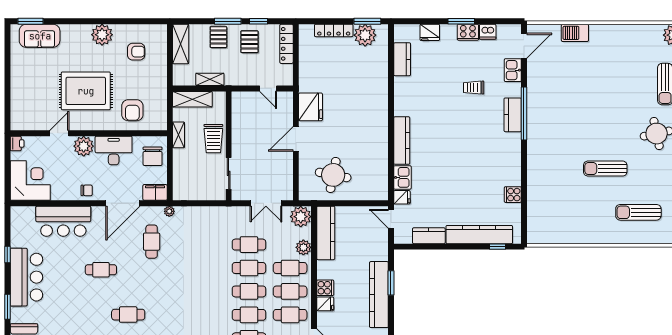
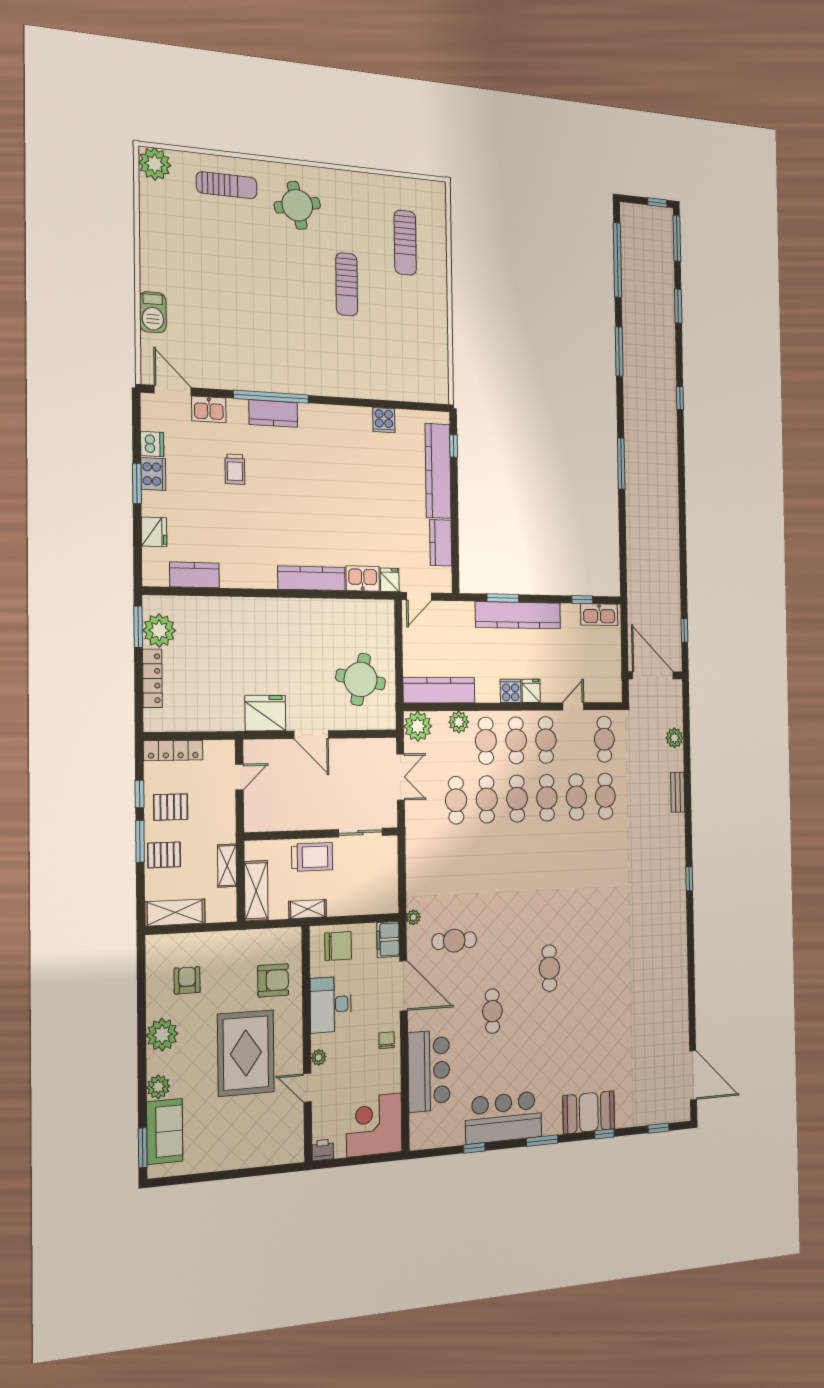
plant: (69, 32) -> (158, 1087), added
plant: (84, 146) -> (319, 1057), width x0.53, depth x0.53

